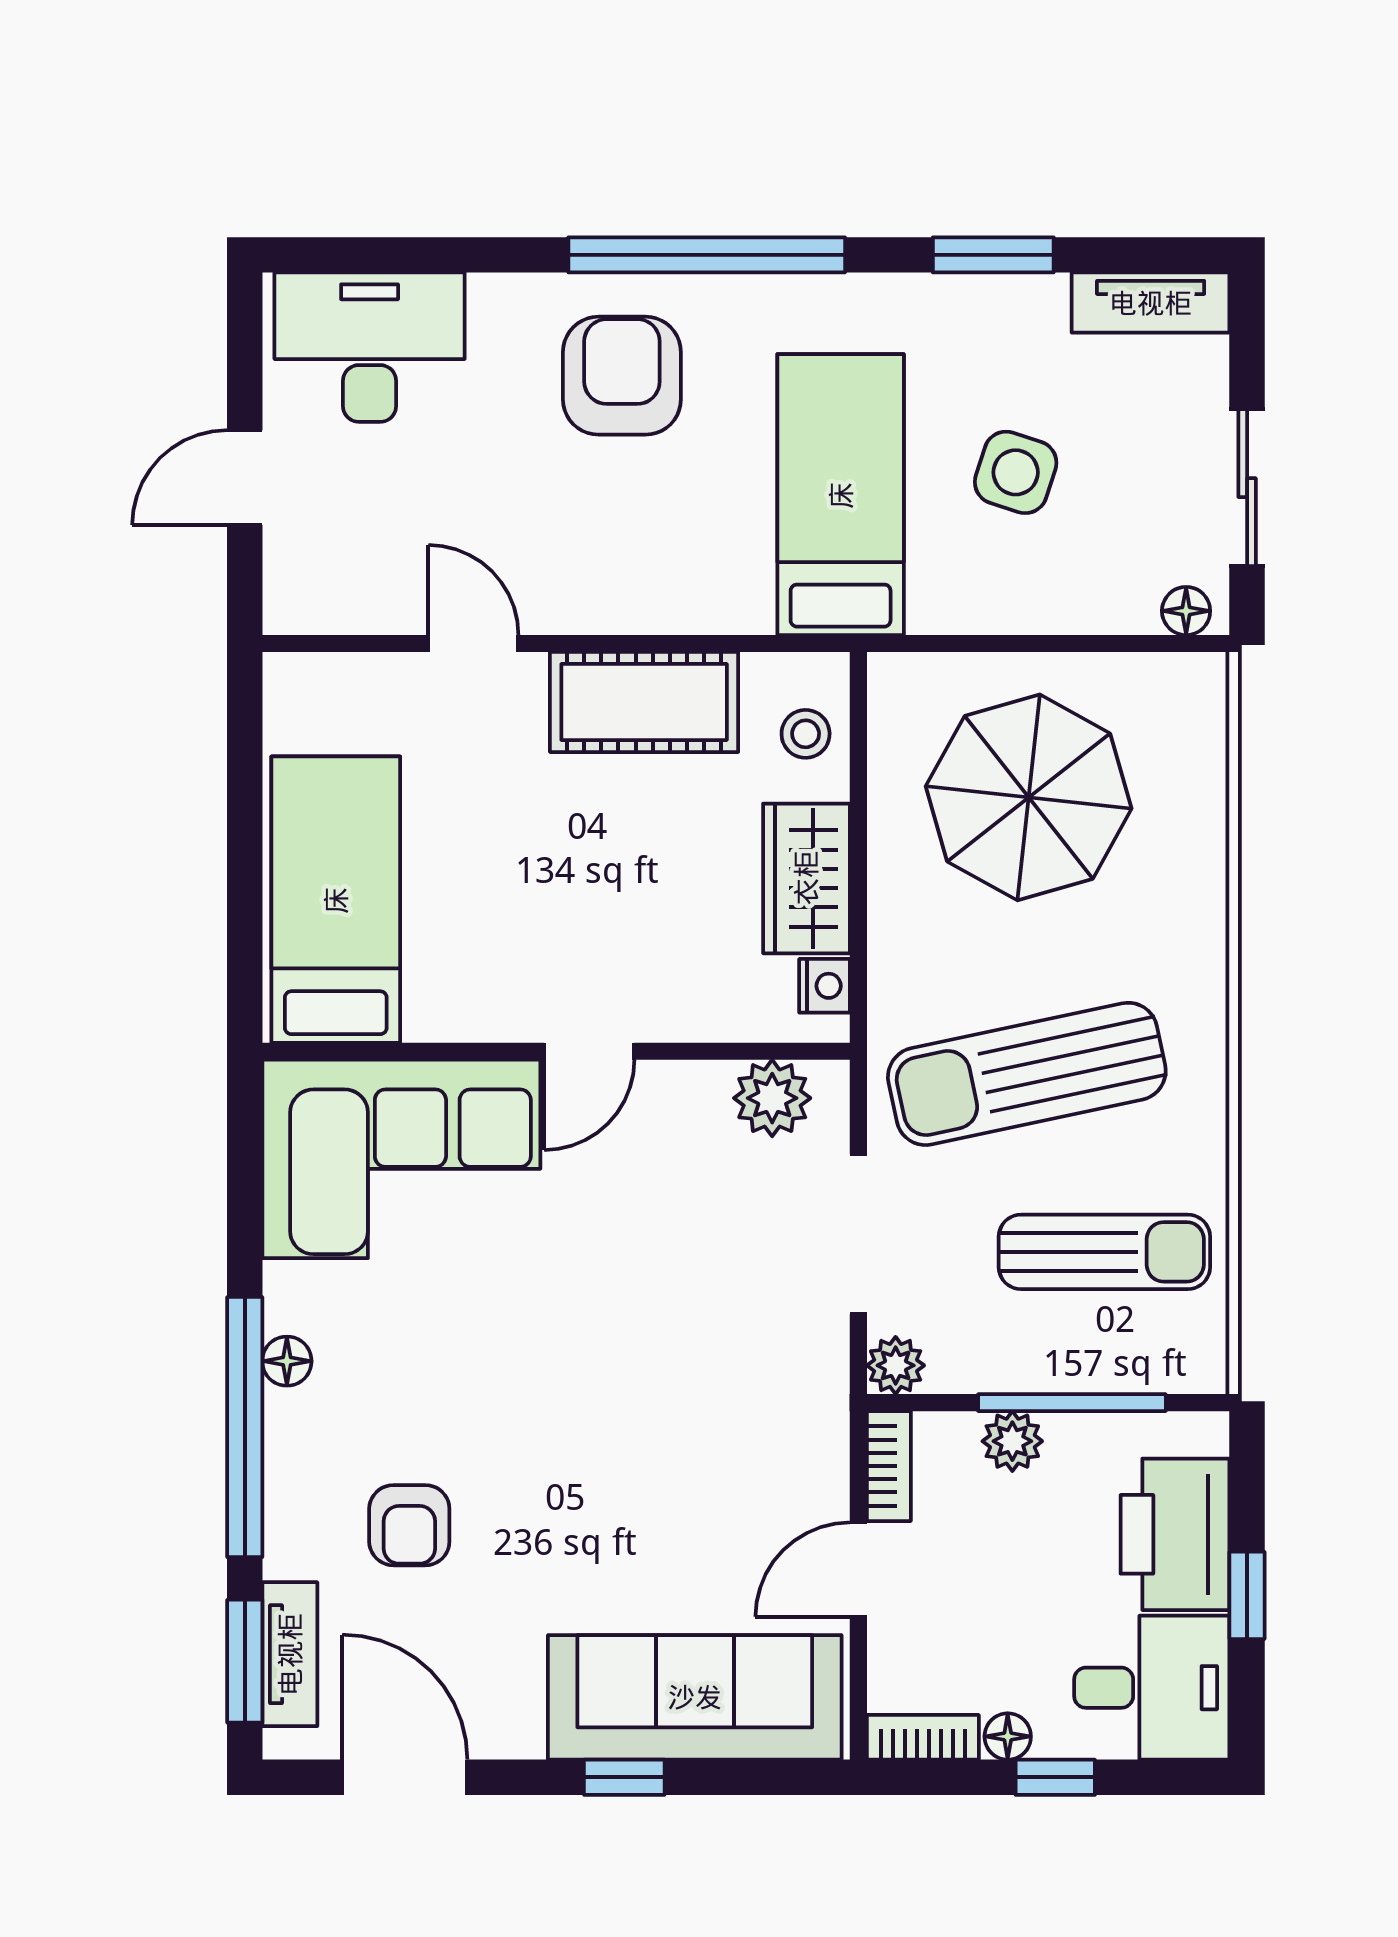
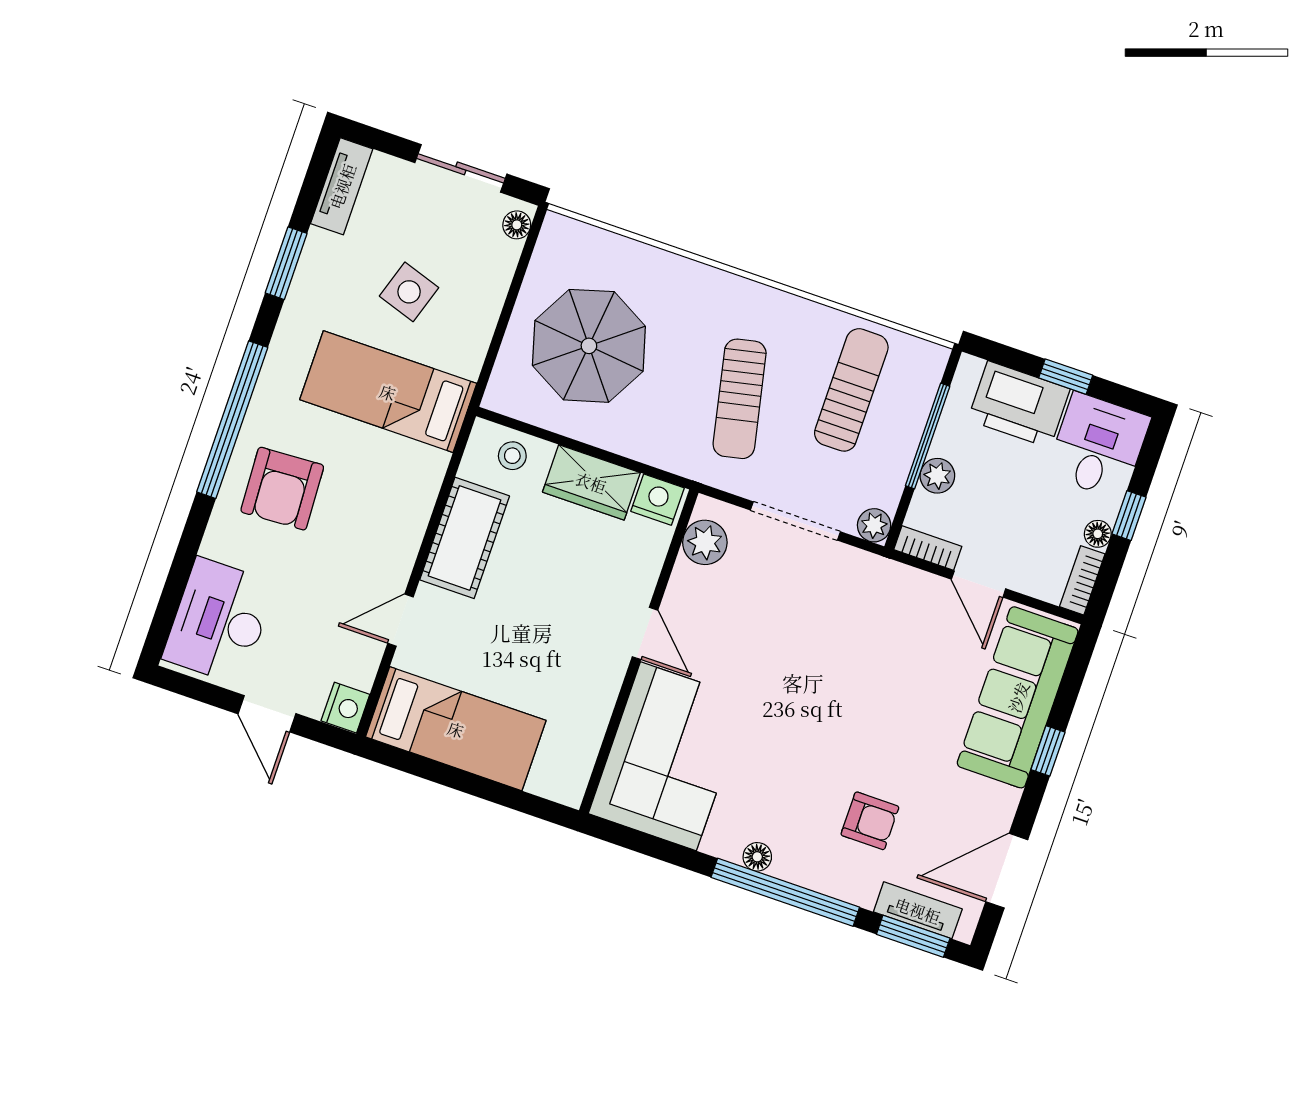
armchair: (622, 376) -> (282, 489), turned -93
nightstand: (299, 603) -> (345, 708), added
bed: (336, 900) -> (456, 729), moved, turned 180
nightstand: (825, 986) -> (657, 500), width x1.39, depth x1.35
sun lounger: (1027, 1074) -> (740, 399), width x0.73, depth x0.75

